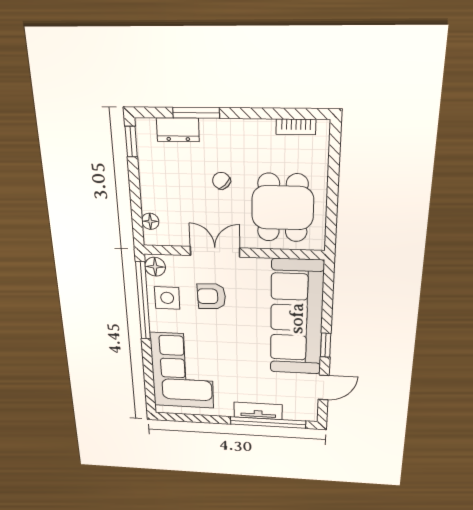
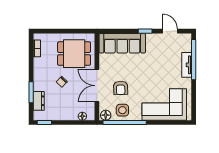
double door: (215, 252) -> (97, 86), width x1.37
sofa: (297, 318) -> (122, 43), width x0.74, depth x0.79

